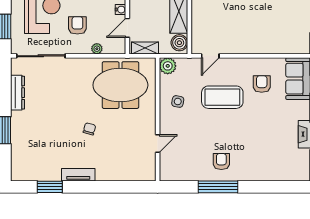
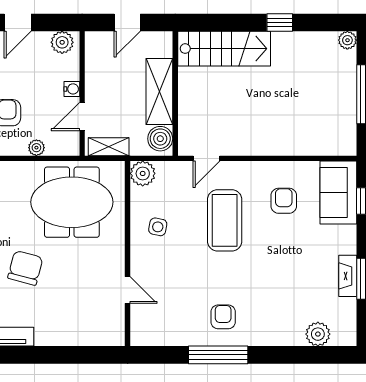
coffee table: (222, 97) -> (225, 220), turned 90
chair: (89, 129) -> (25, 268), width x1.87, depth x1.87
door: (158, 144) -> (128, 290), hinge flipped
plant: (284, 173) -> (318, 334), added

